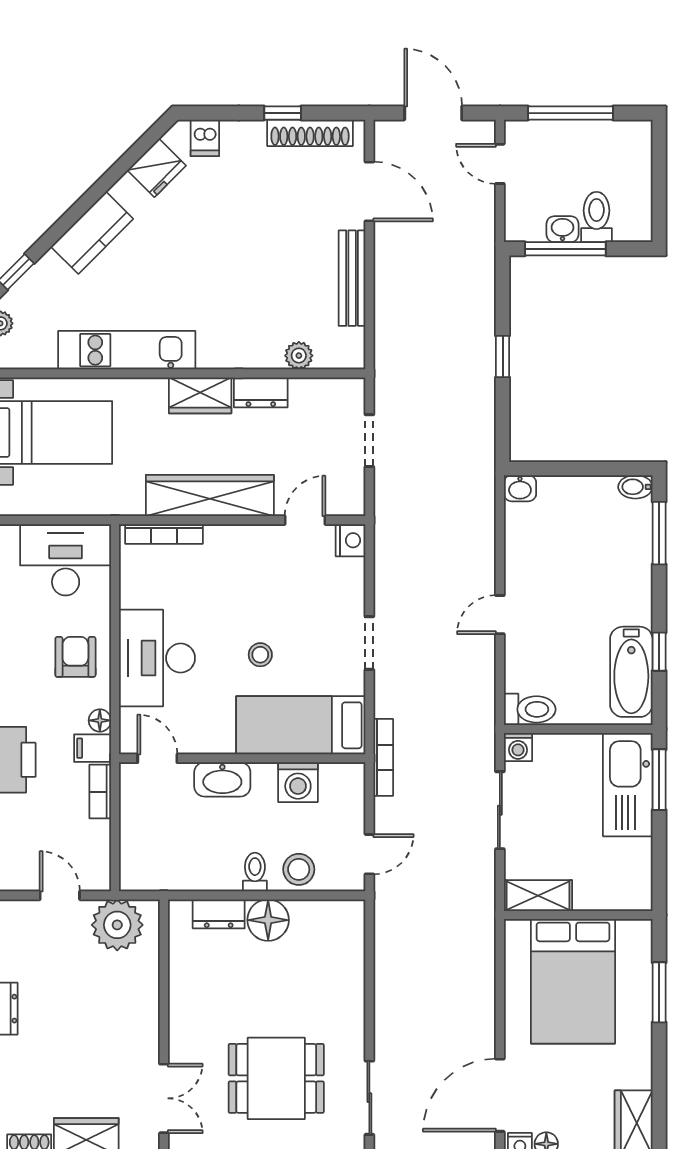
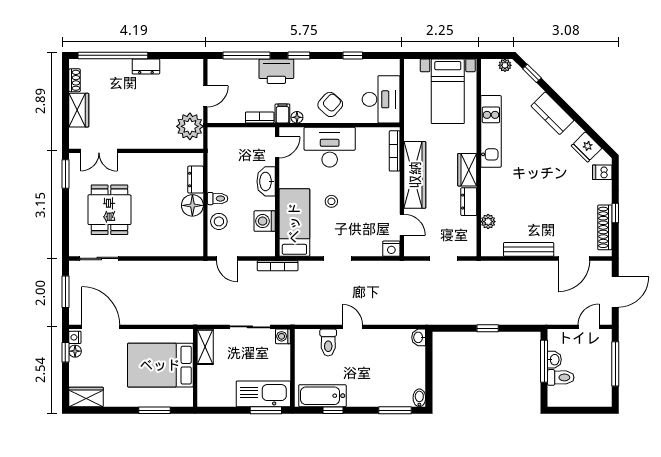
armchair: (75, 657) -> (330, 104), turned -48
toilet: (530, 709) -> (328, 342), moved

